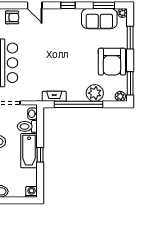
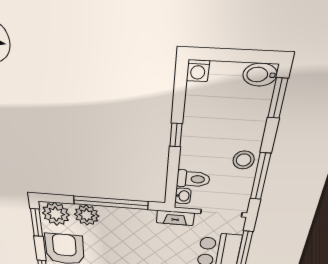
fireplace: (54, 96) -> (175, 218), moved
plant: (120, 96) -> (56, 214), width x1.88, depth x1.88
bathtub: (29, 151) -> (195, 143), removed

